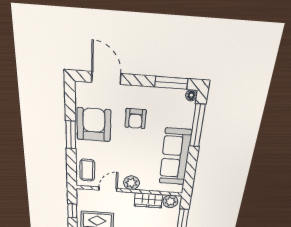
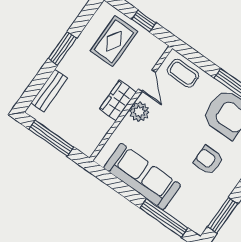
floor lamp: (191, 95) -> (199, 228), removed
wardrobe: (148, 200) -> (118, 100), moved
plant: (170, 201) -> (90, 141), removed

